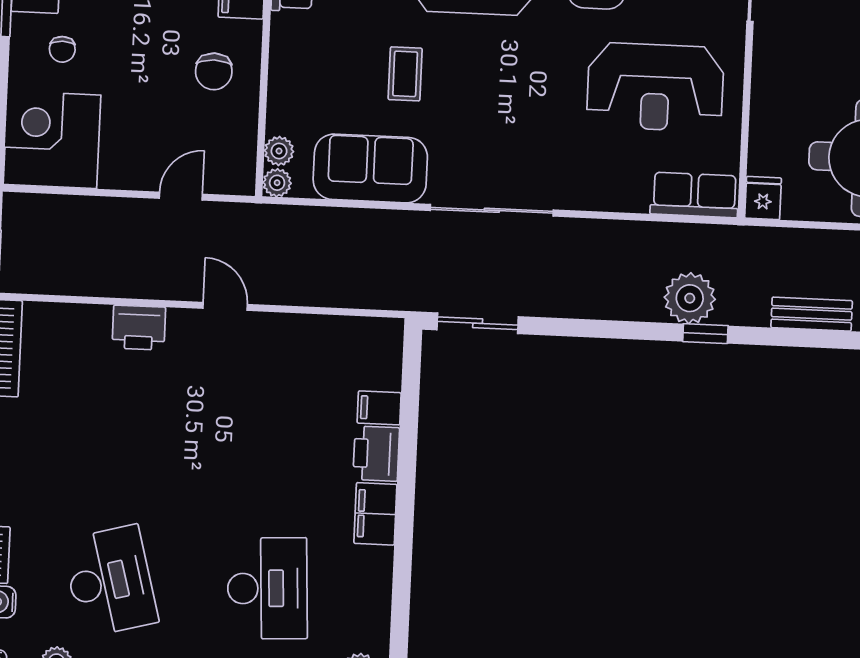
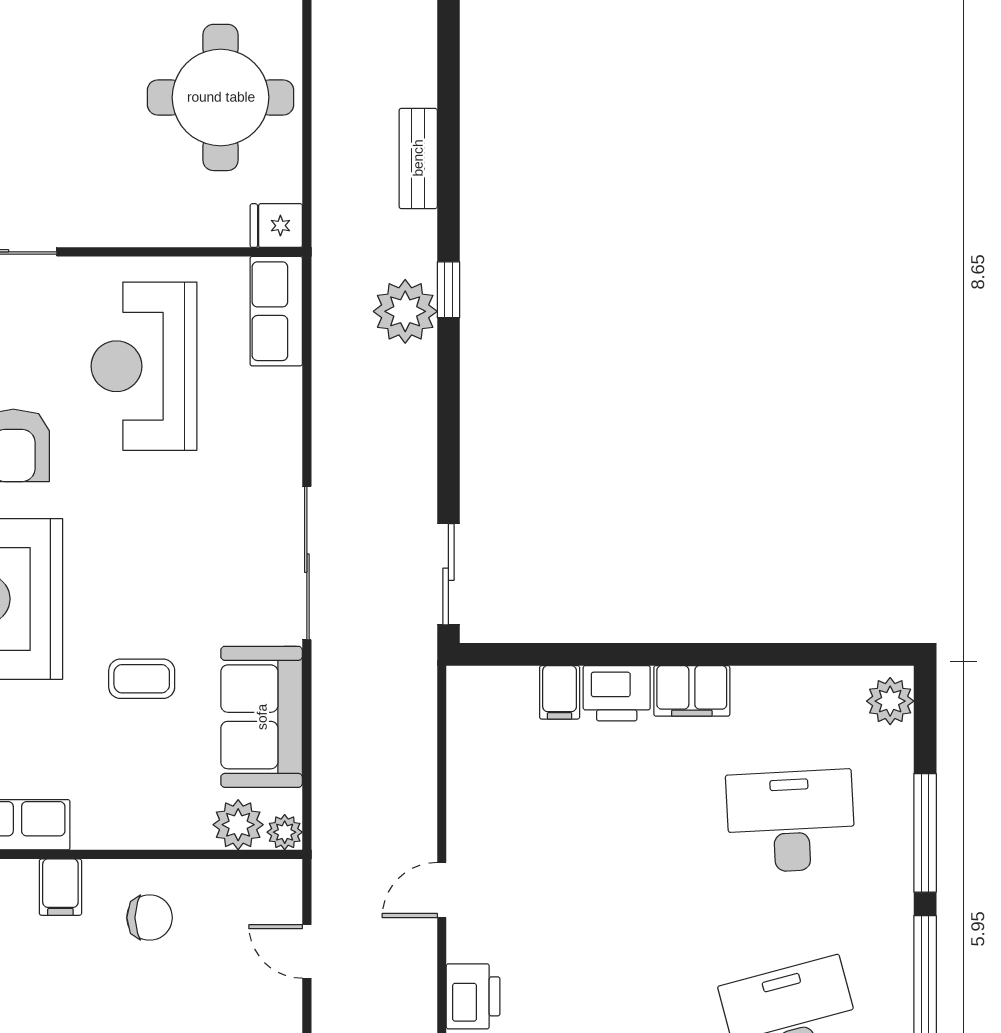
reception desk: (655, 87) -> (144, 366), turned 180
plant: (279, 151) -> (238, 825), width x1.38, depth x1.38

